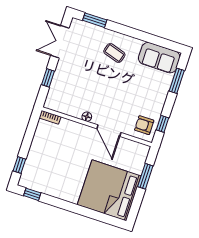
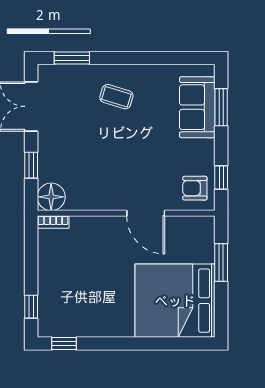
sofa: (159, 58) -> (197, 107), moved, turned 90
floor lamp: (87, 117) -> (51, 197), moved, width x1.89, depth x1.89

